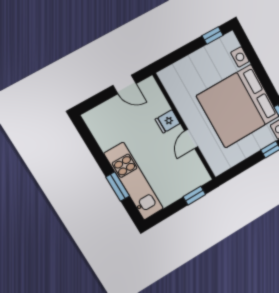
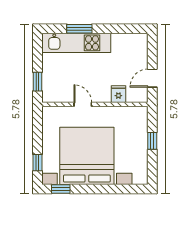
window: (213, 35) -> (152, 141), moved
fridge: (168, 121) -> (118, 94), moved

